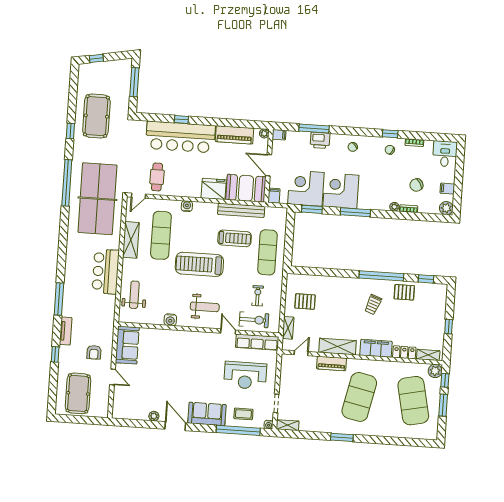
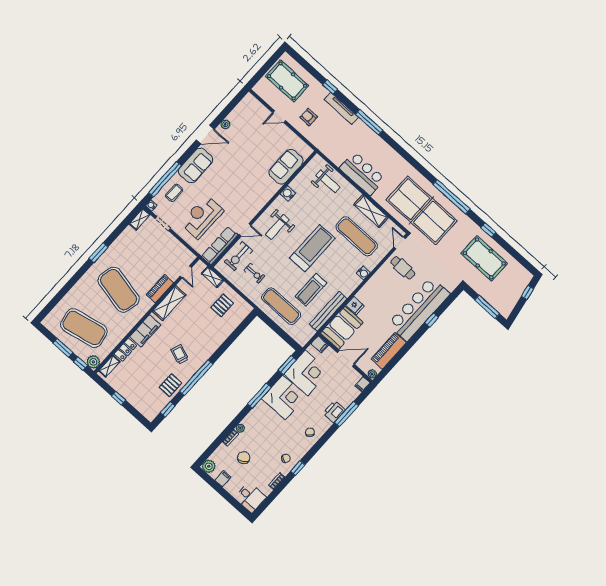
fridge: (214, 189) -> (355, 306), width x0.53, depth x0.75
tv unit: (66, 331) -> (341, 108), width x1.41
sofa: (127, 345) -> (286, 167), moved, turned 90

